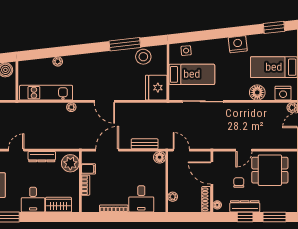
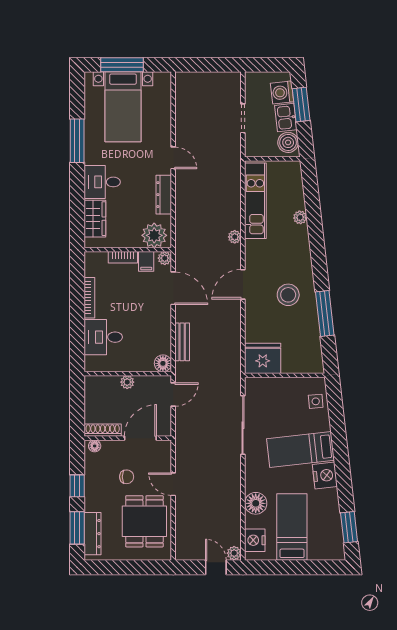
stool: (143, 57) -> (288, 295), moved
bed: (192, 74) -> (300, 450), moved, turned 84
plant: (86, 156) -> (165, 258), added
plant: (173, 197) -> (127, 382), moved
dresser: (245, 206) -> (93, 534), moved

